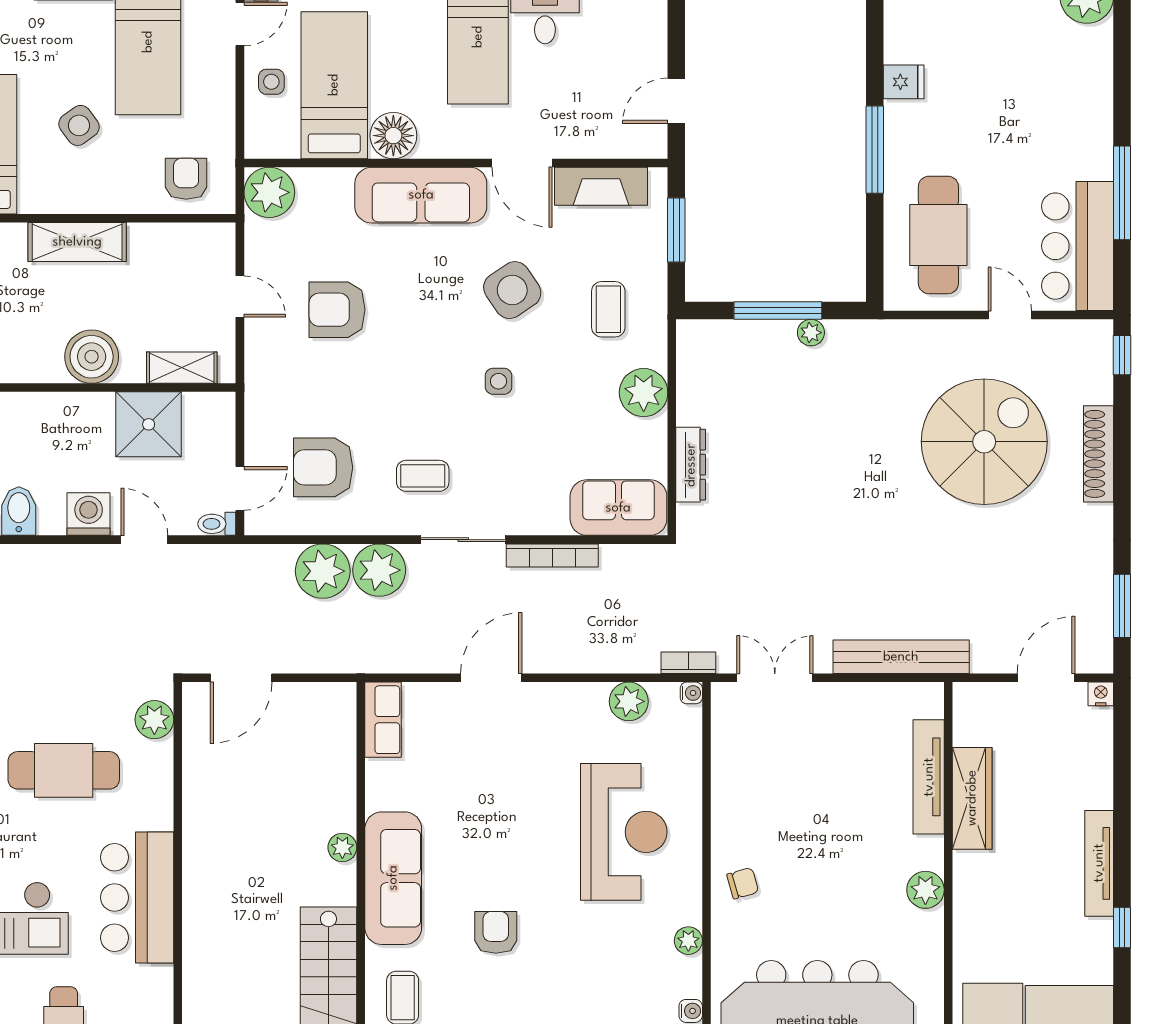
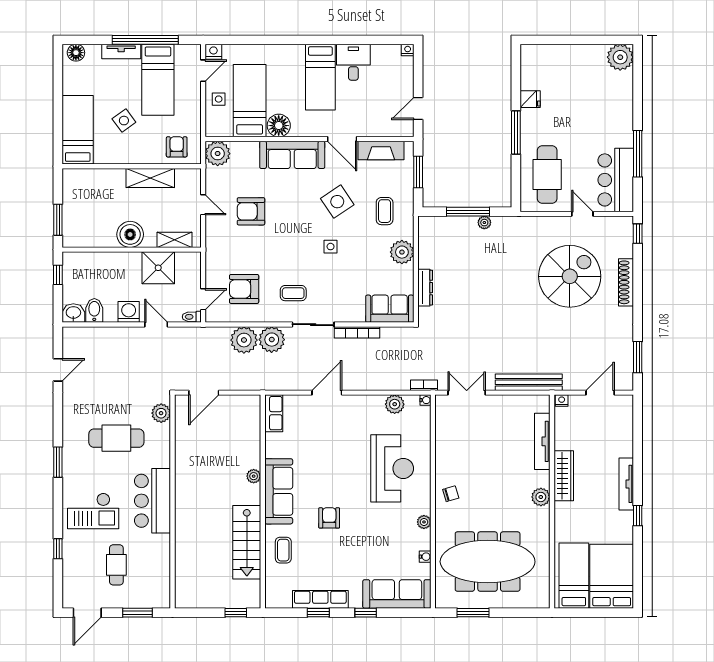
shelving: (77, 242) -> (150, 178), moved
nightstand: (1101, 694) -> (562, 401), moved
wardrobe: (972, 798) -> (564, 476), moved

